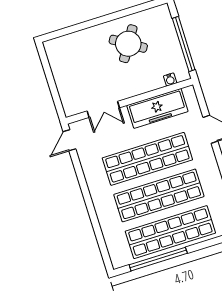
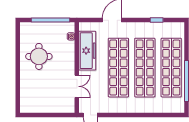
round table: (128, 44) -> (39, 56), turned -32

